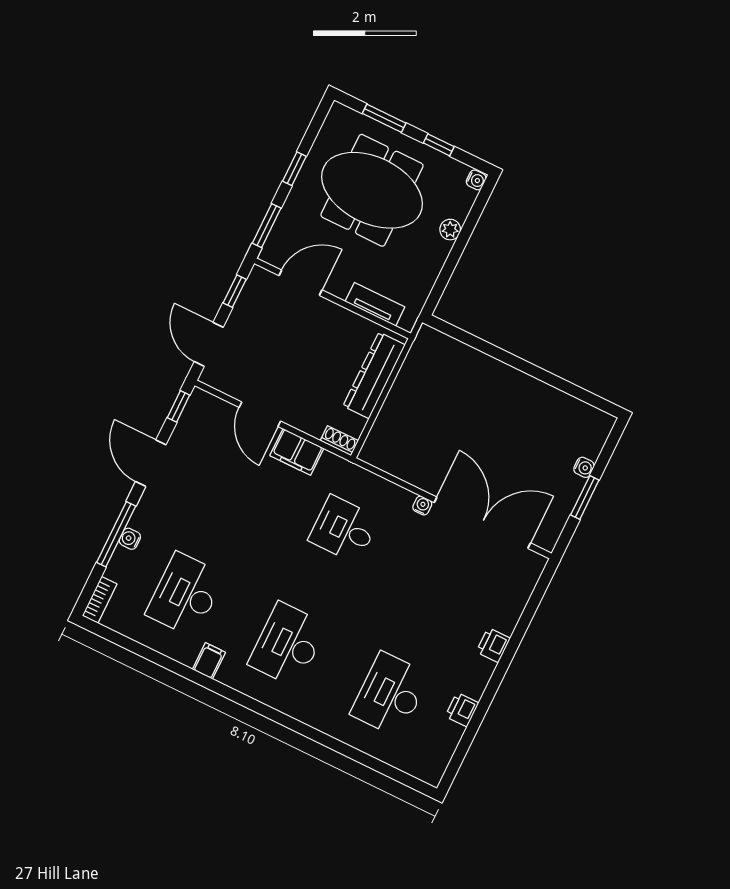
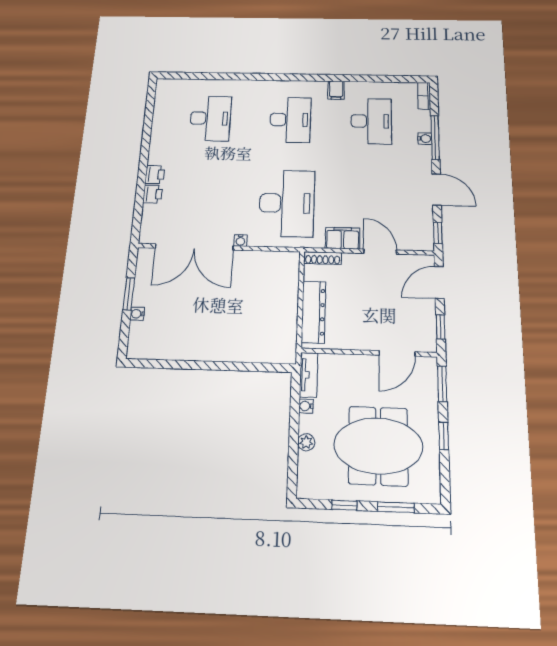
water cooler: (476, 180) -> (306, 406), moved
tv unit: (375, 304) -> (309, 375), moved, turned -90
door: (209, 344) -> (439, 282), swing flipped
shoe rack: (339, 441) -> (323, 258), width x1.43
desk: (344, 529) -> (287, 203), width x1.87, depth x1.30
printer: (462, 710) -> (153, 194), moved

